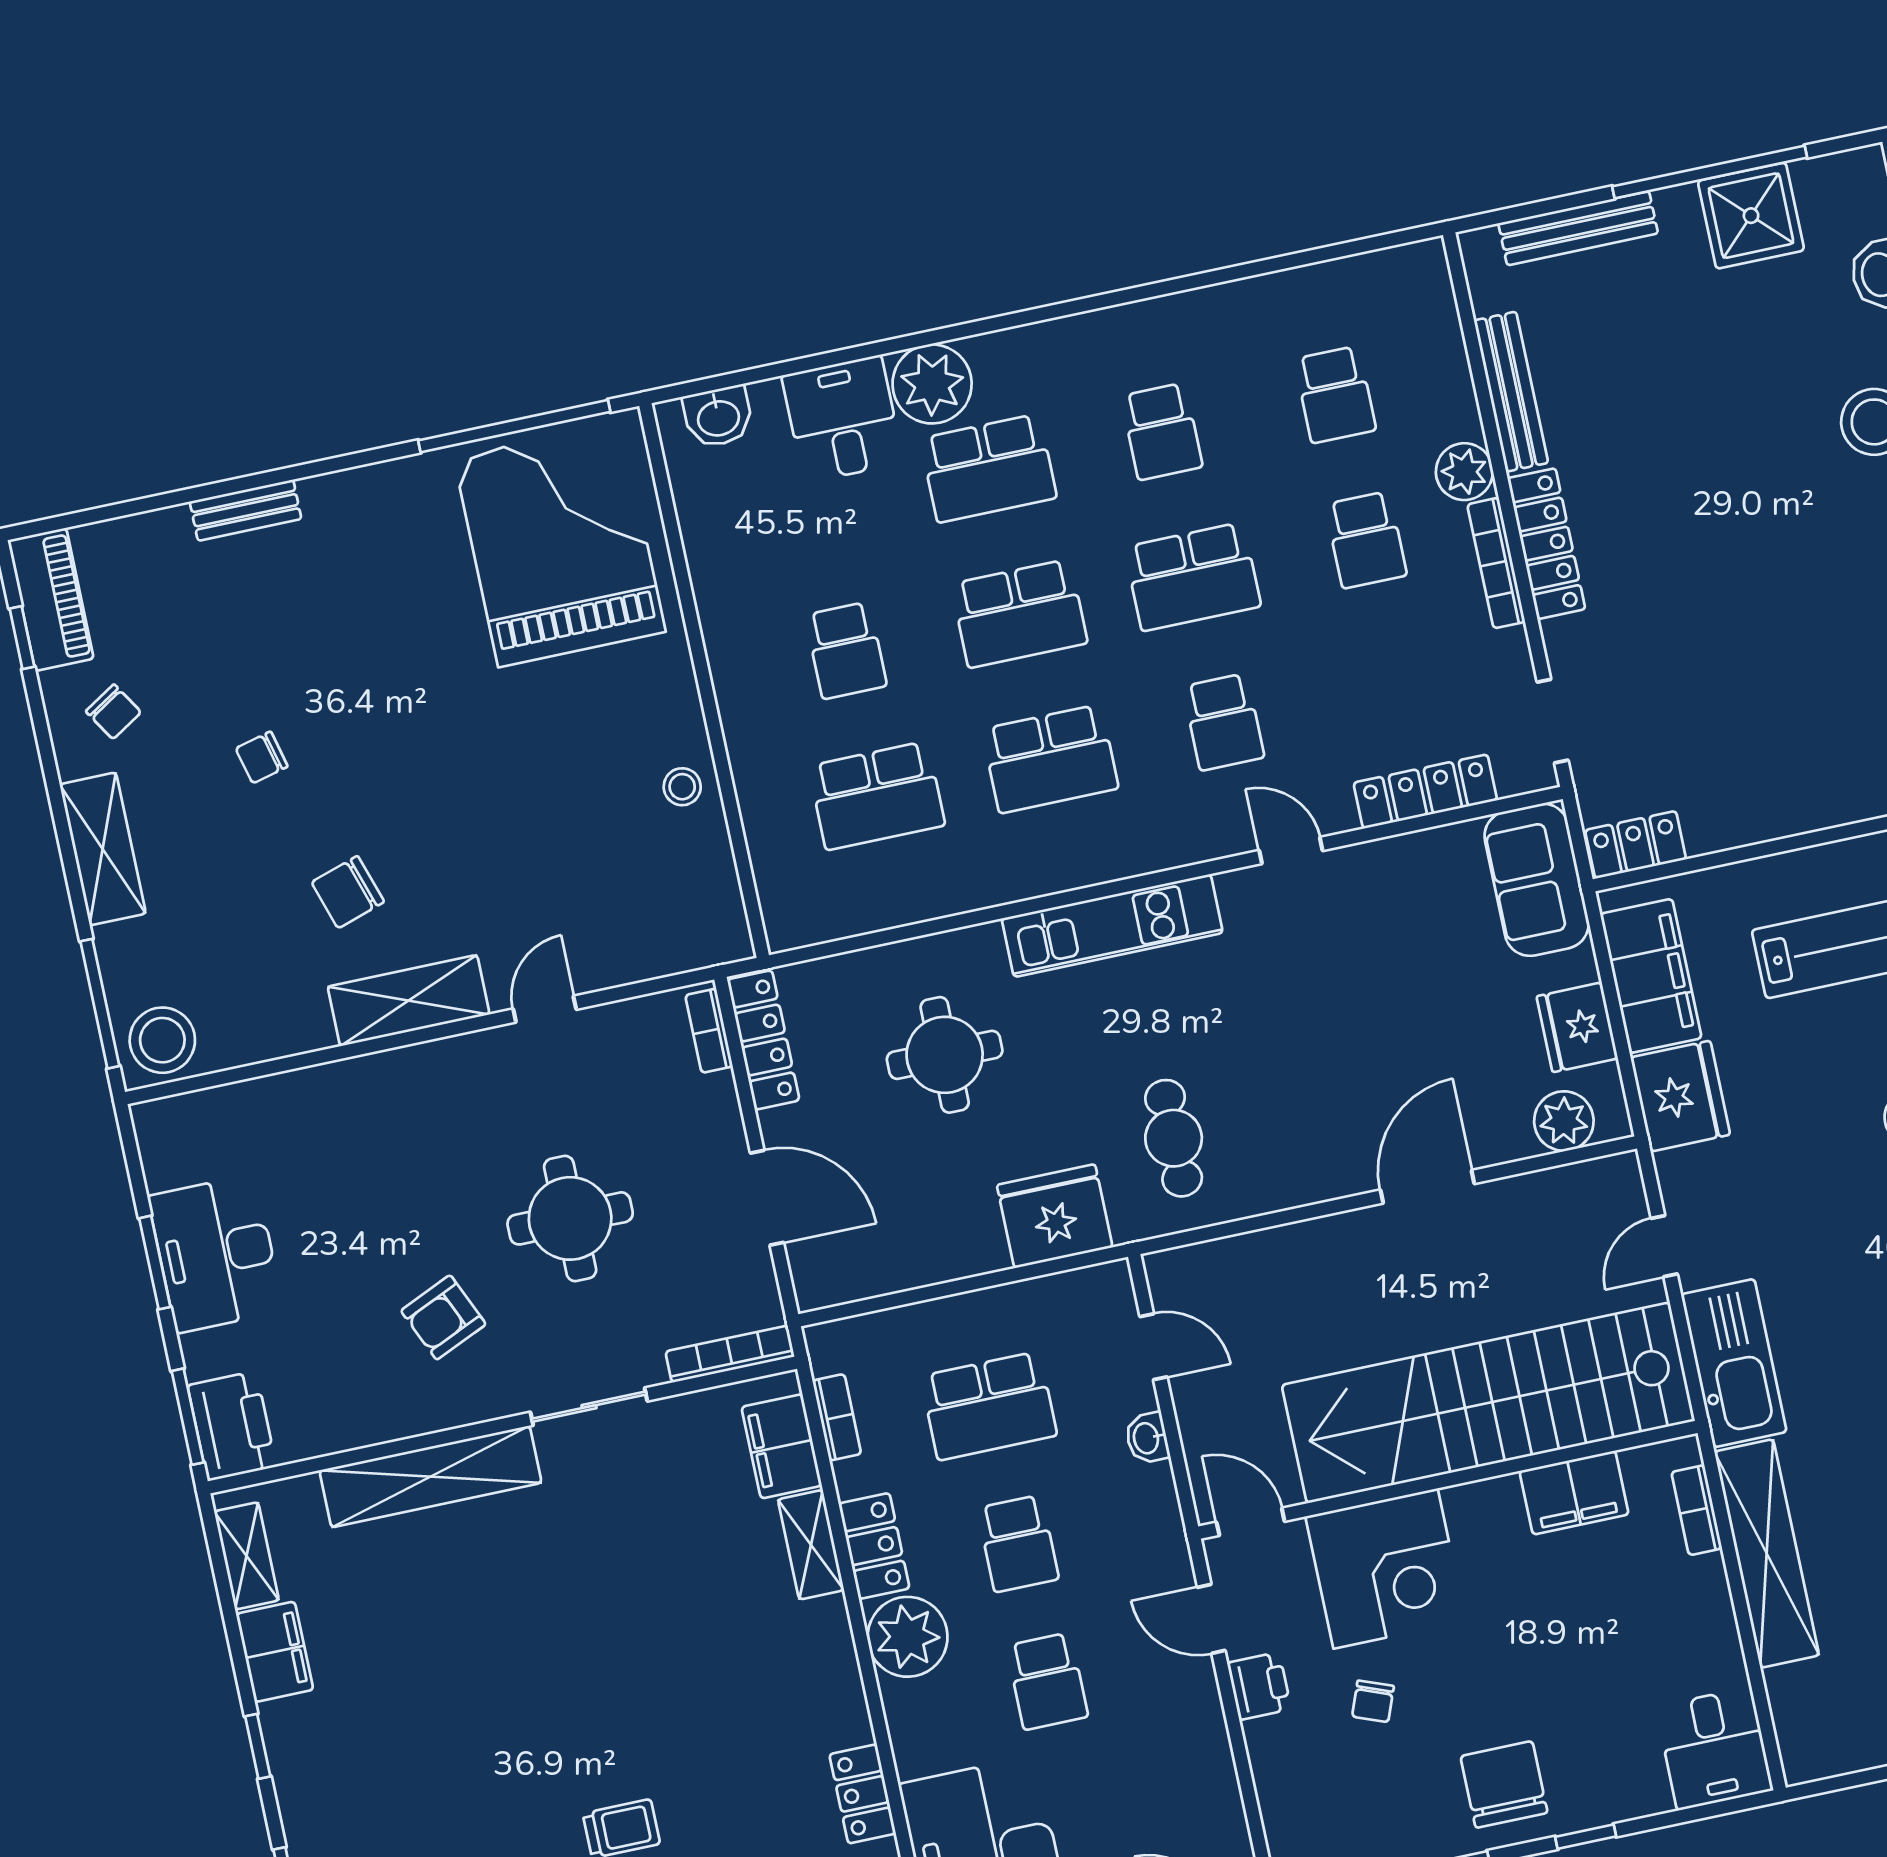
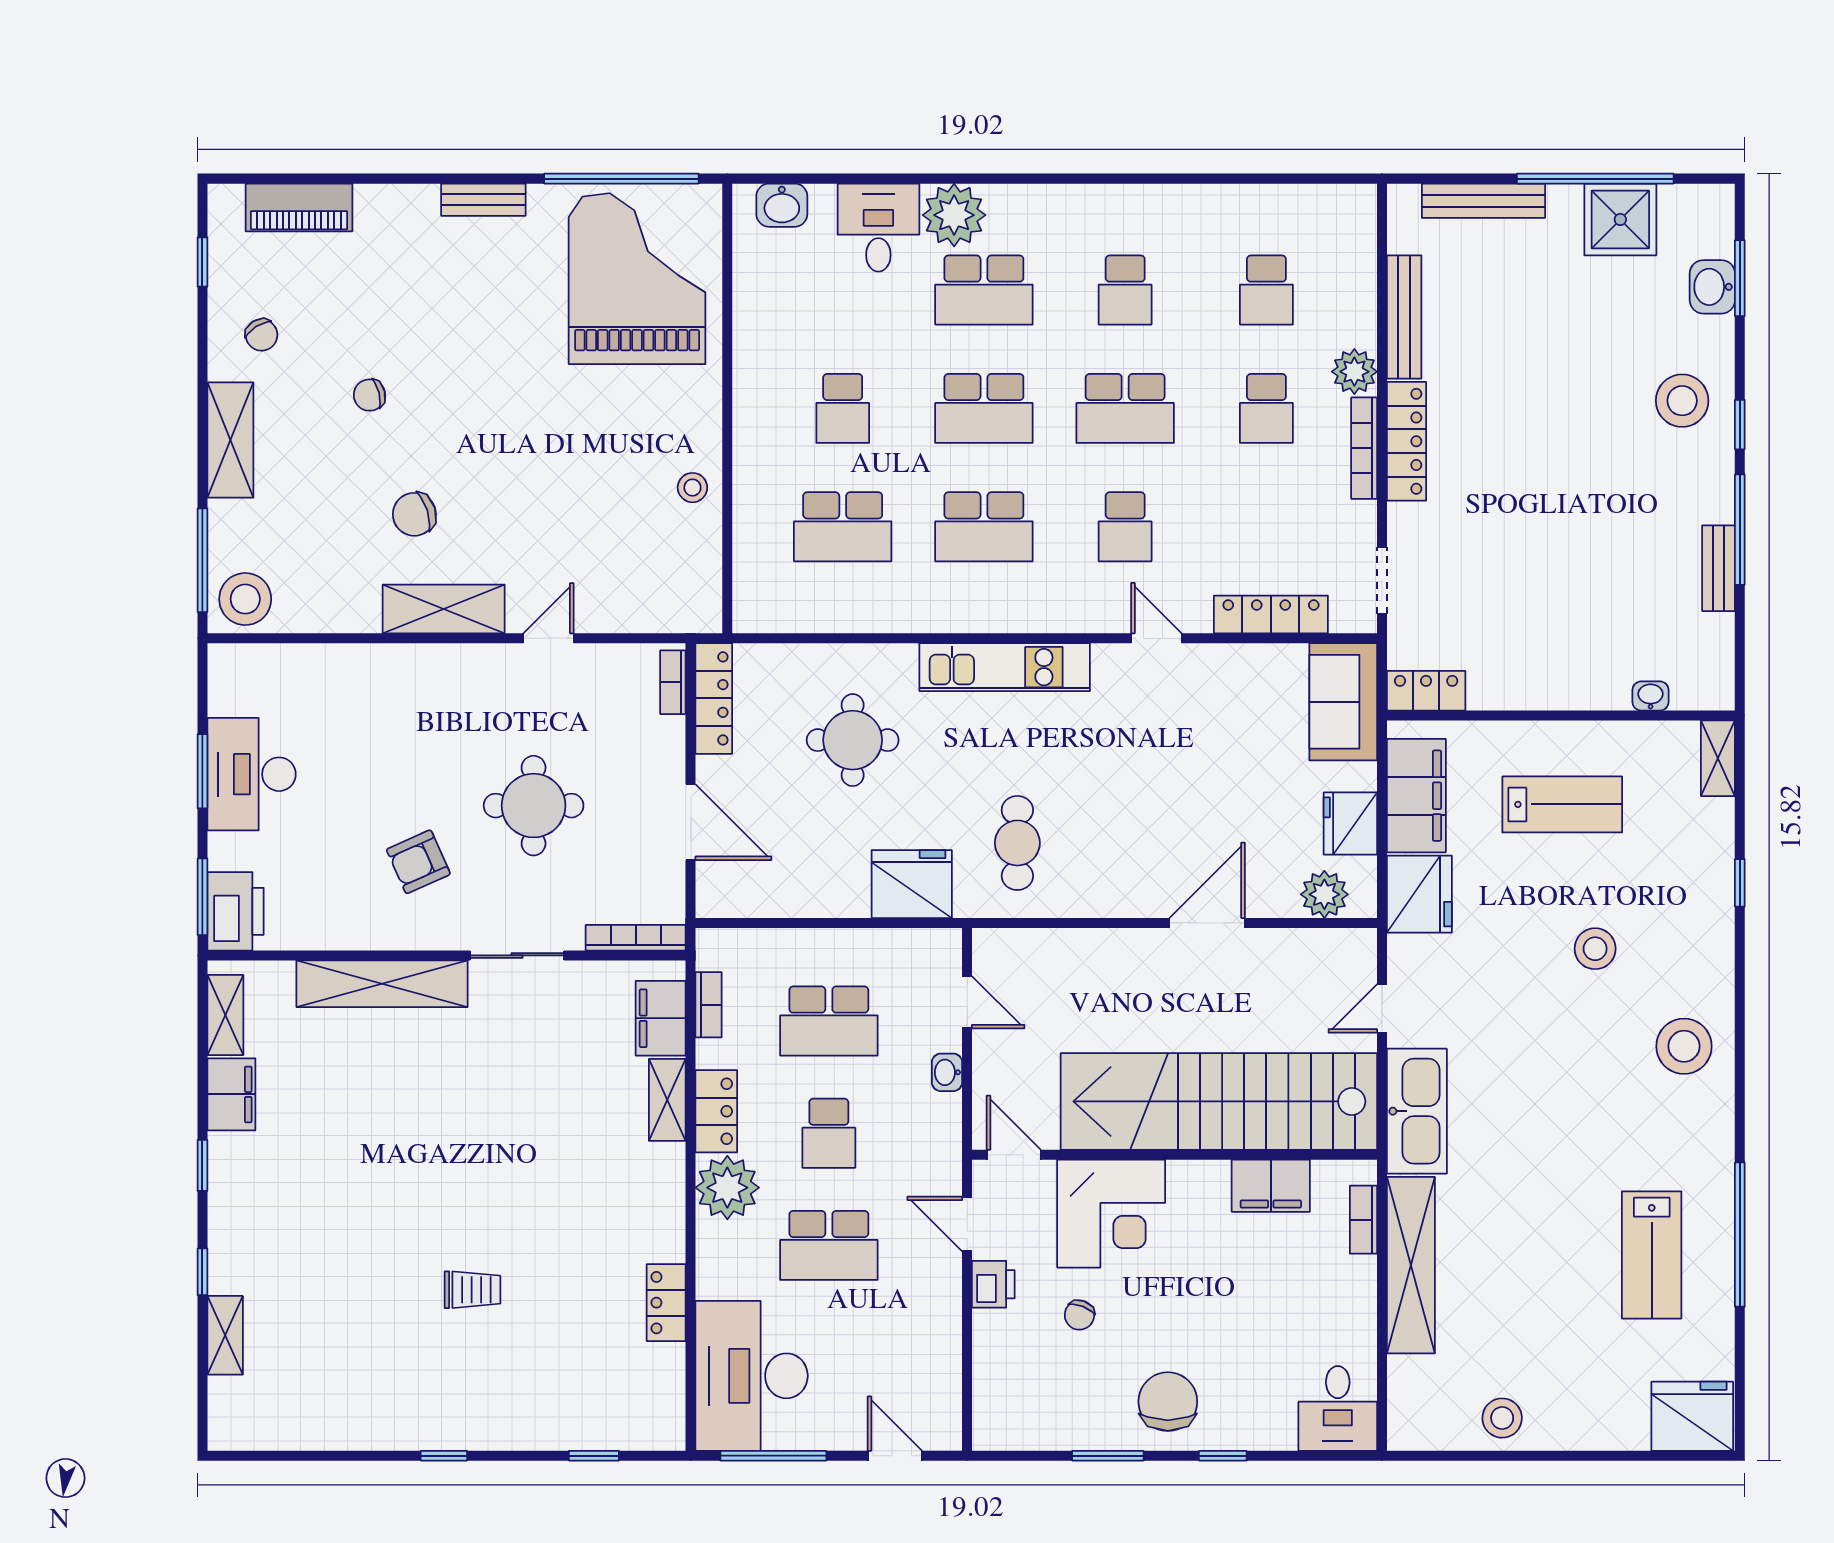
bench: (246, 510) -> (483, 200), moved
piano: (51, 599) -> (299, 207), moved, turned 90
school desk: (1047, 1681) -> (829, 1245), width x1.85

